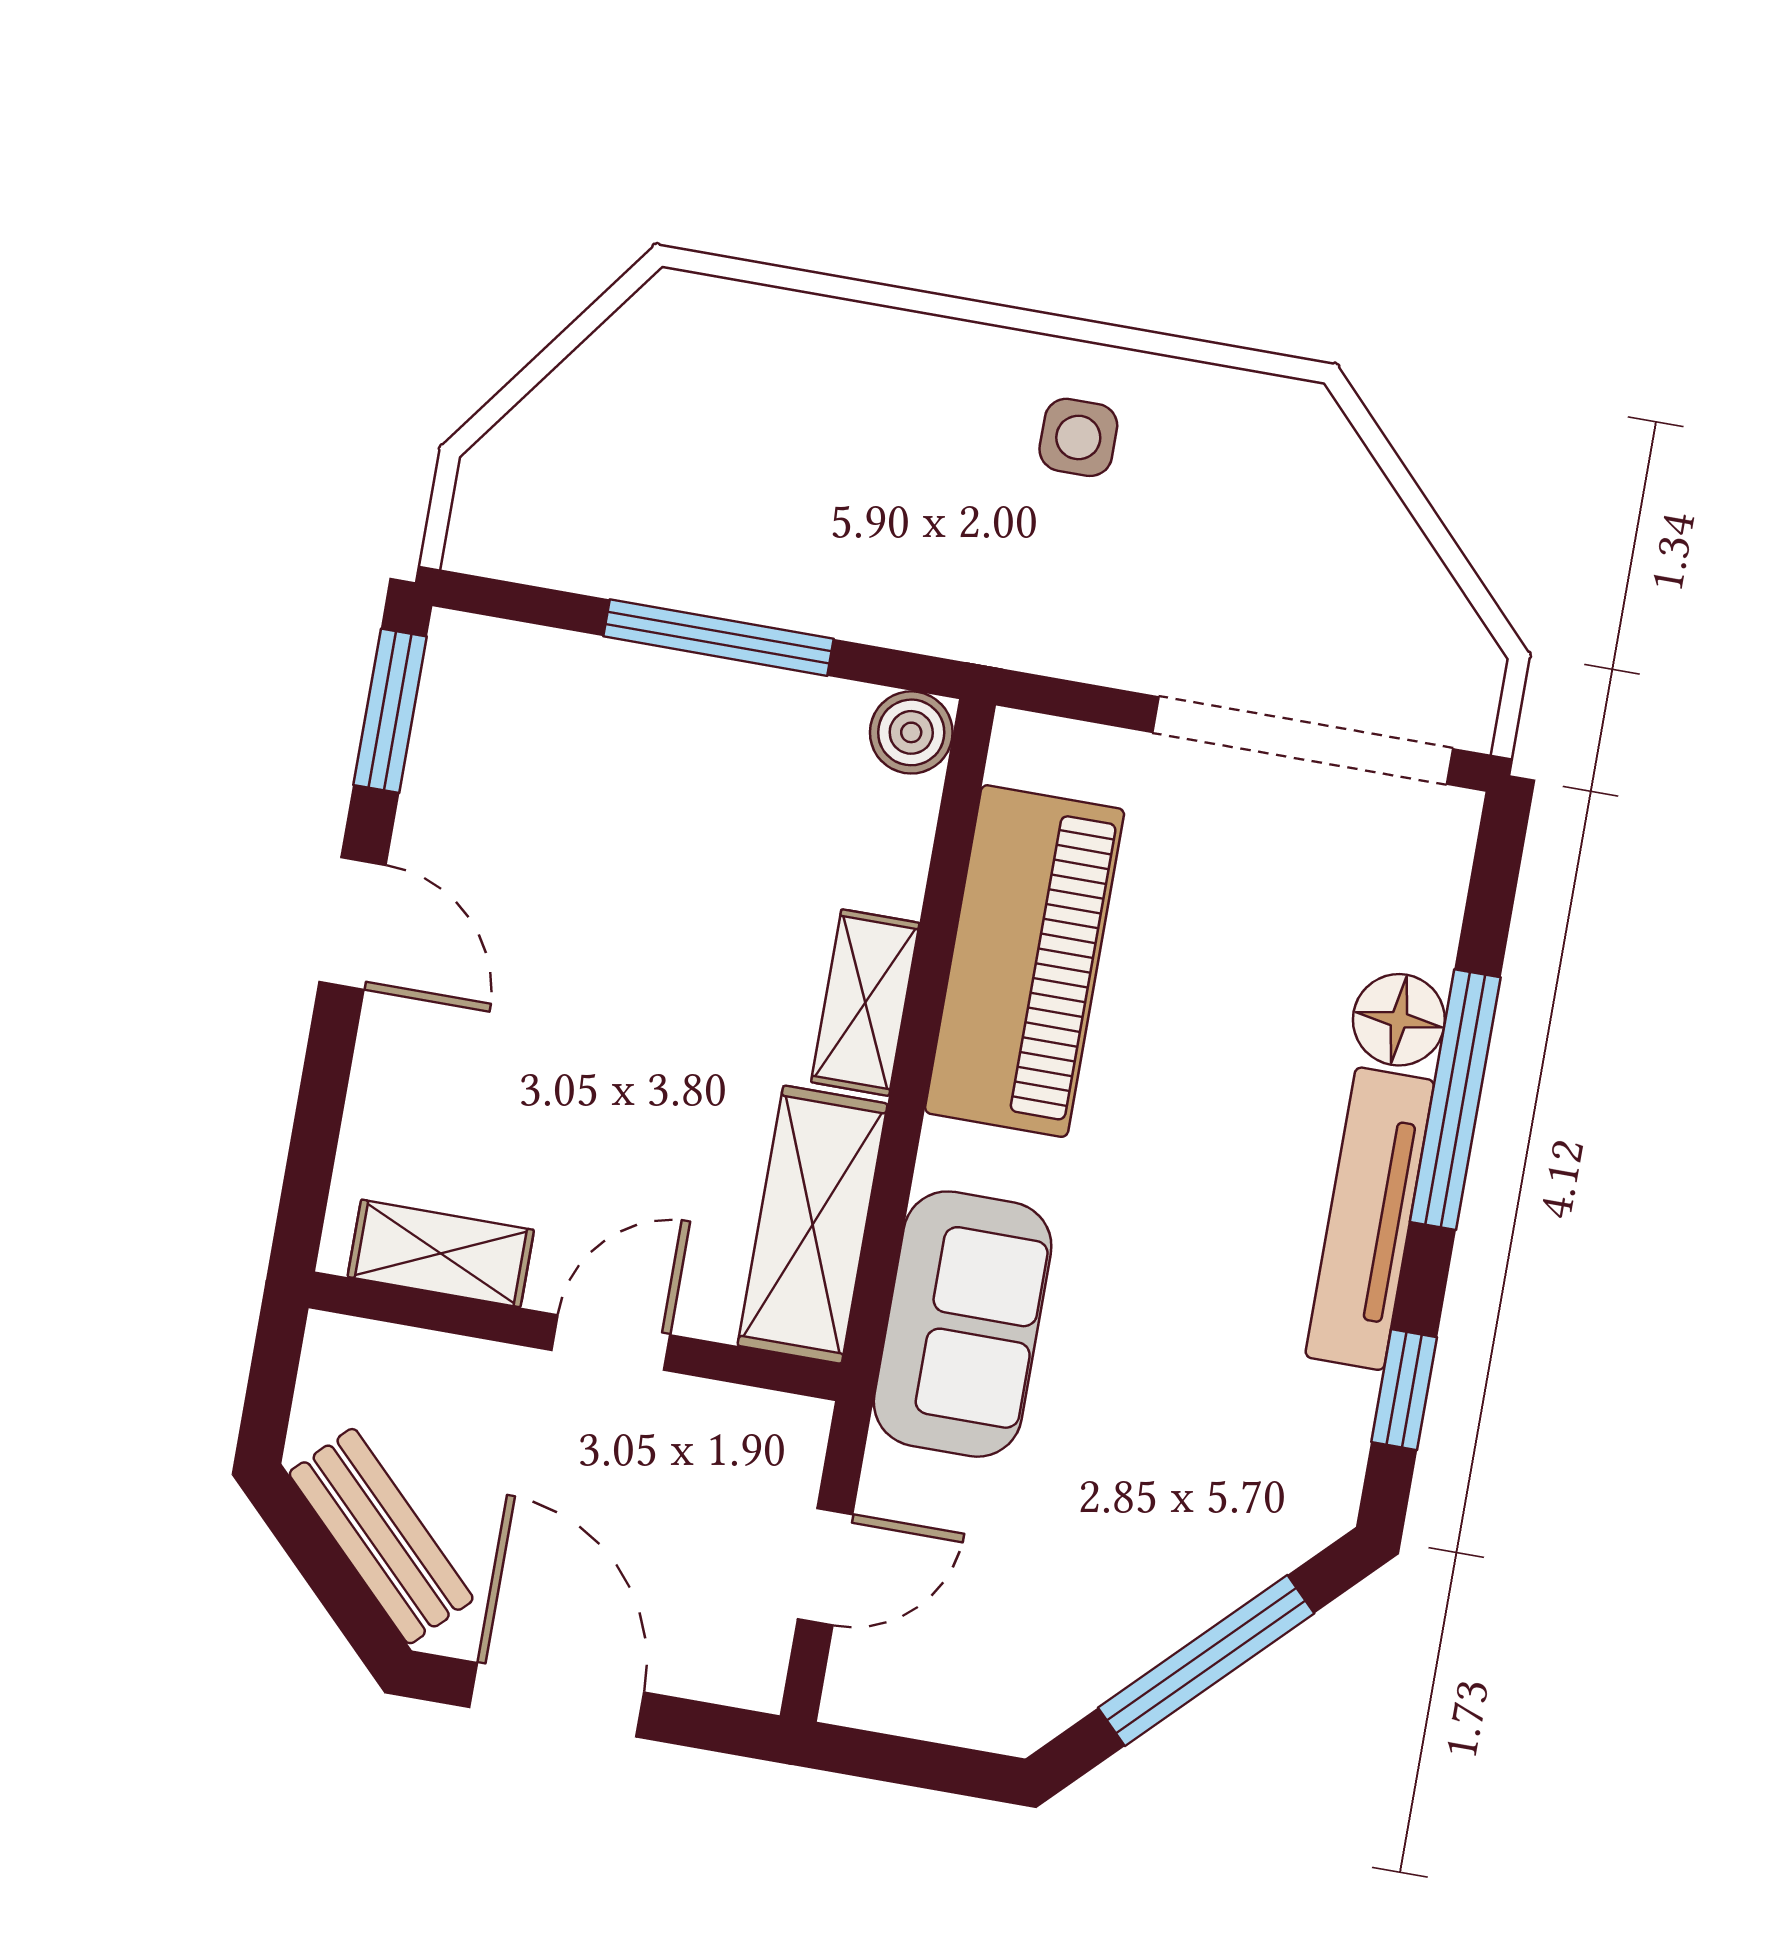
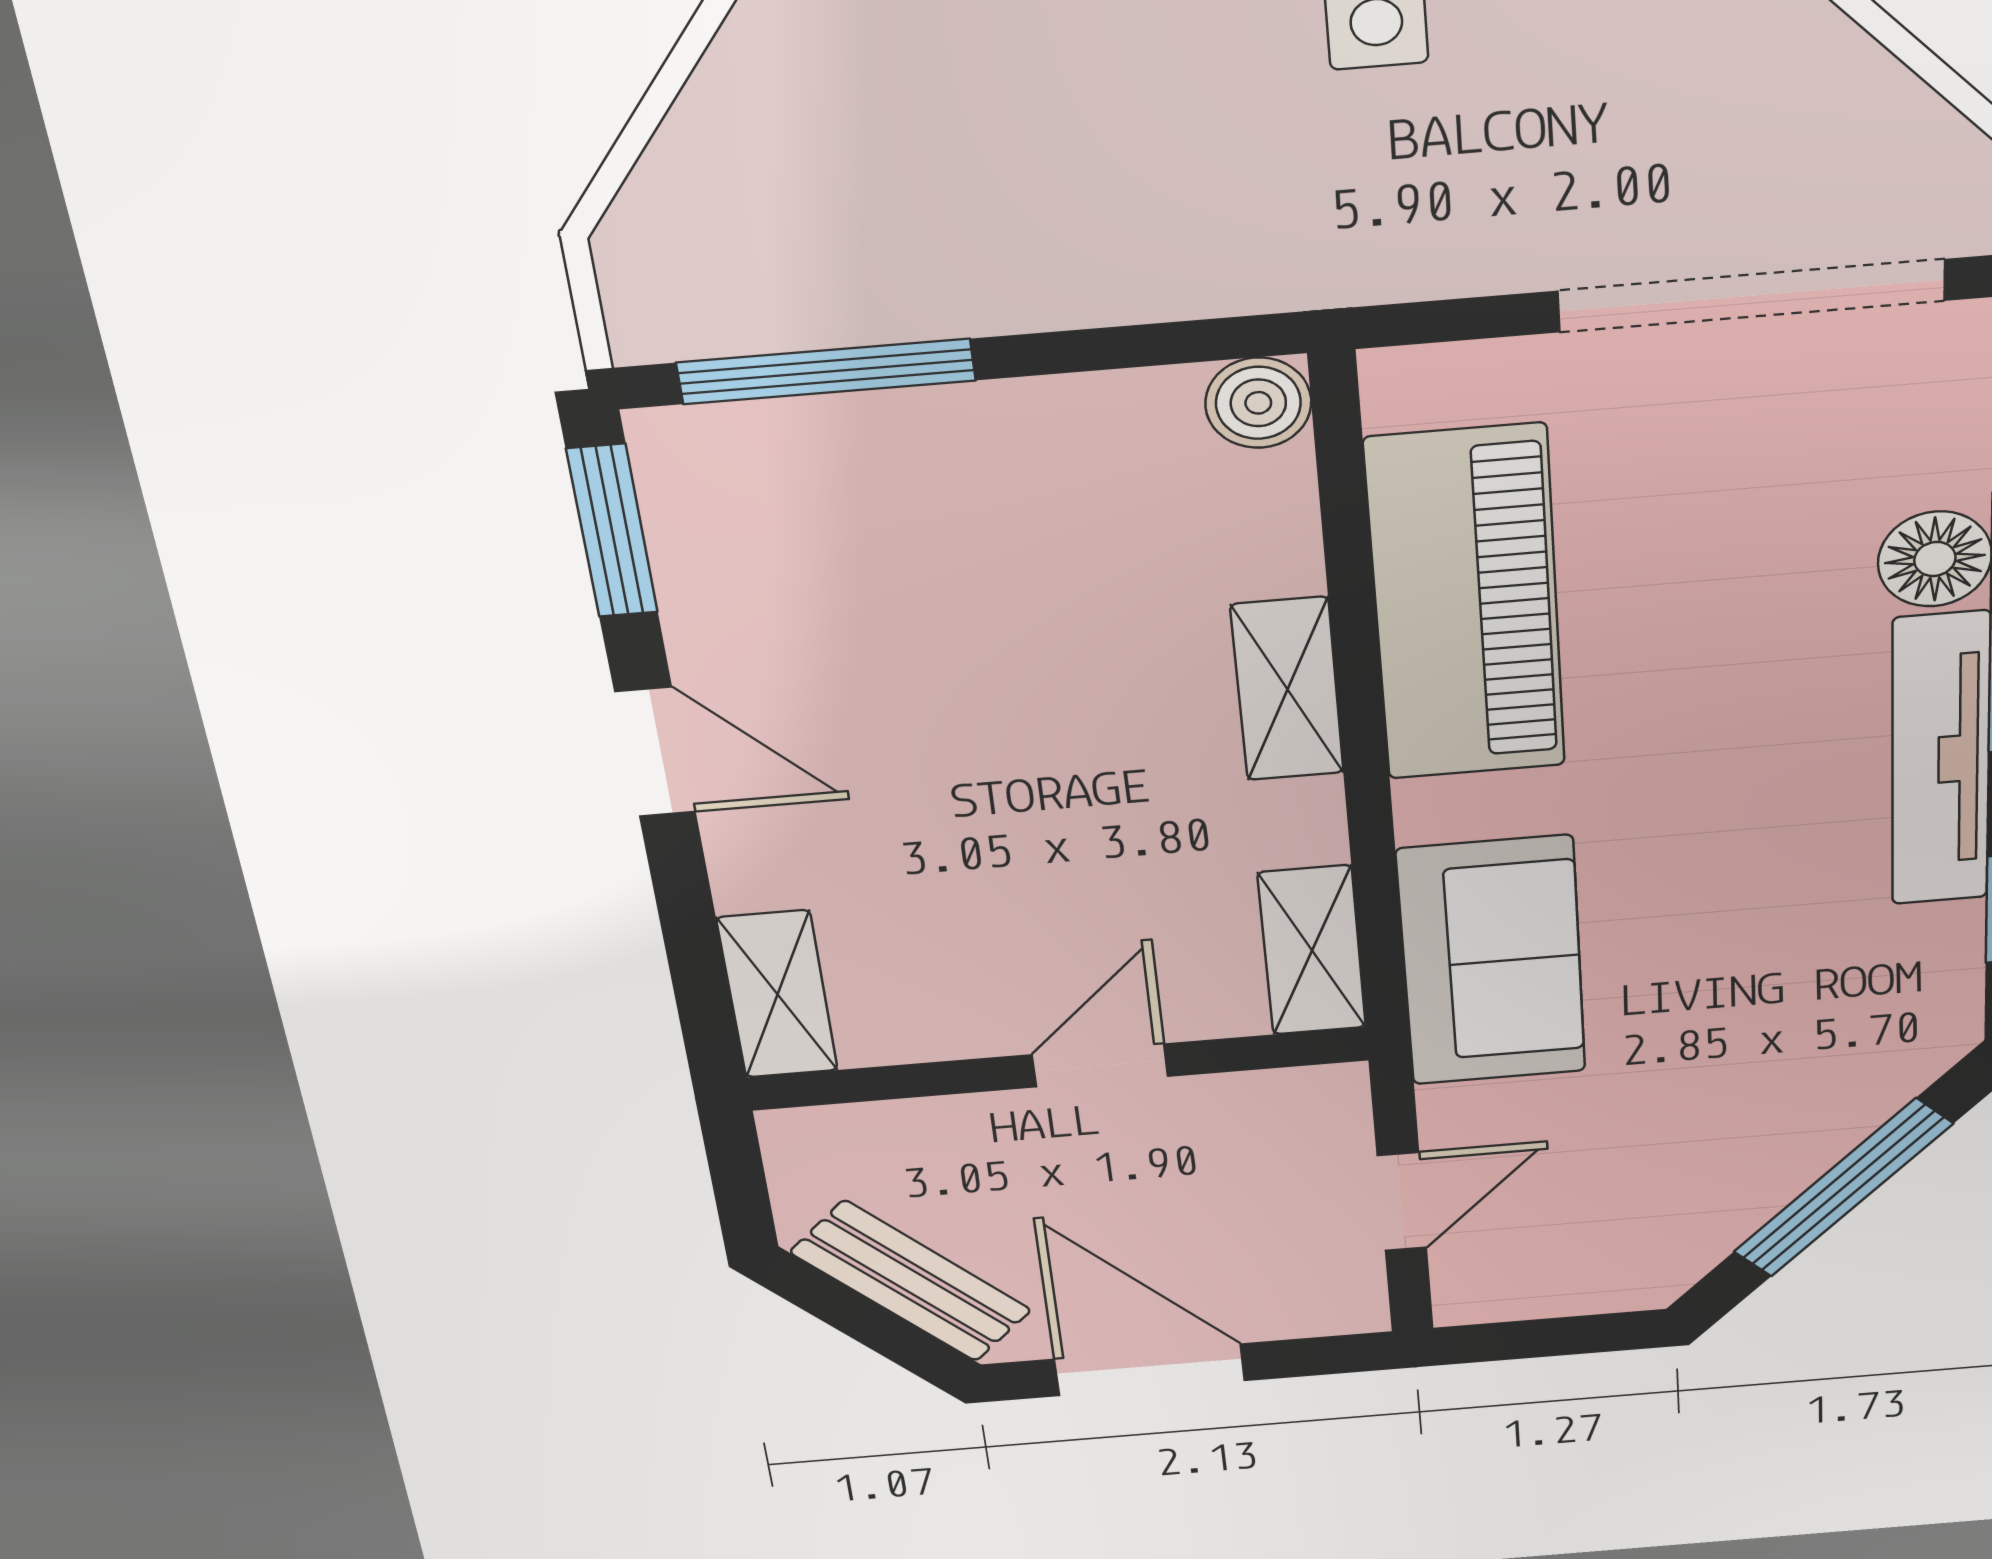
window: (718, 638) -> (826, 372), moved
shelving: (813, 1225) -> (1312, 950), width x0.67, depth x0.75
shelving: (441, 1253) -> (778, 994), moved, turned 90

